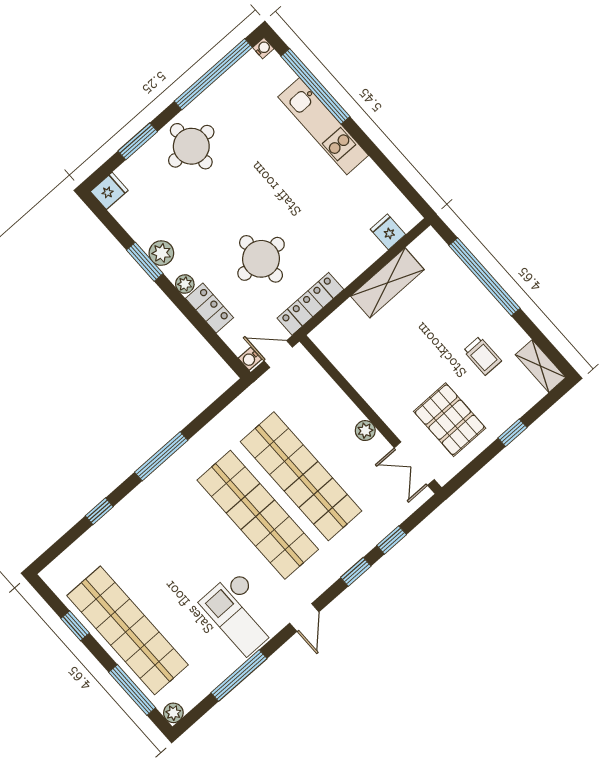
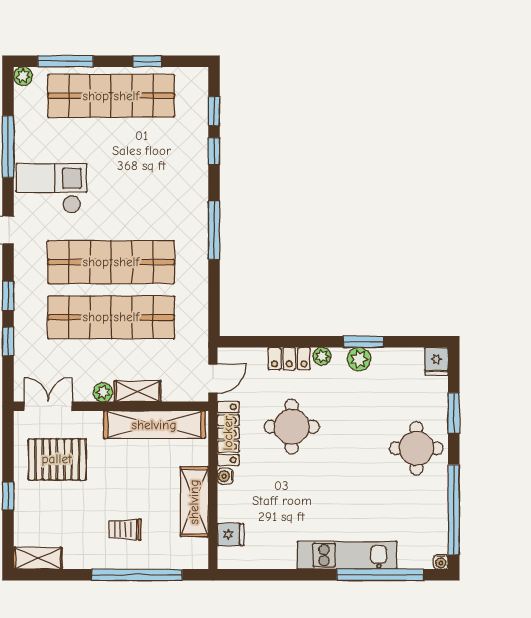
trolley: (482, 356) -> (125, 530), moved
water cooler: (250, 359) -> (225, 476), moved, turned -90
shelving: (355, 368) -> (154, 425), added
shelving: (340, 404) -> (138, 391), added
window: (68, 539) -> (214, 111), added

